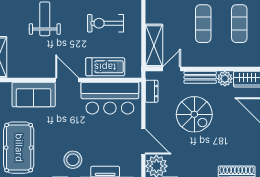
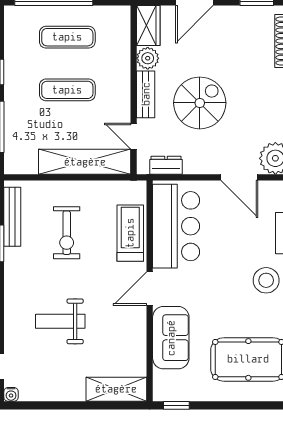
shelving: (154, 46) -> (85, 162), width x1.47
door: (143, 141) -> (239, 177), swing flipped

